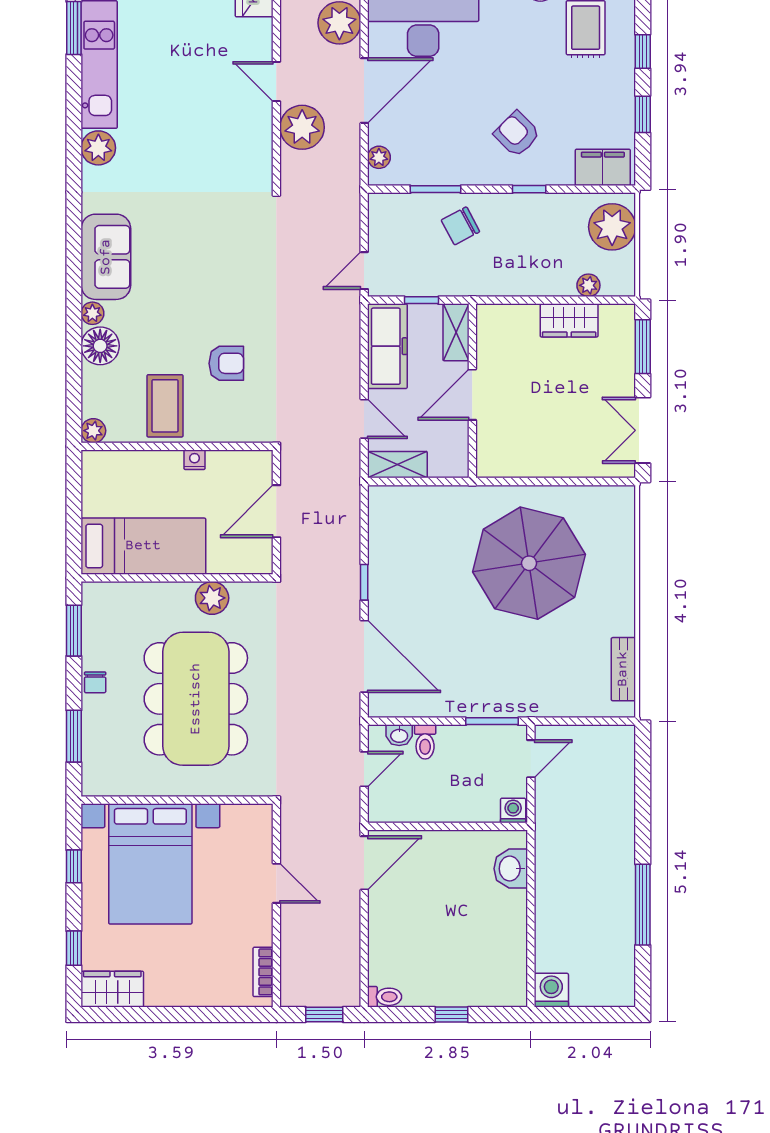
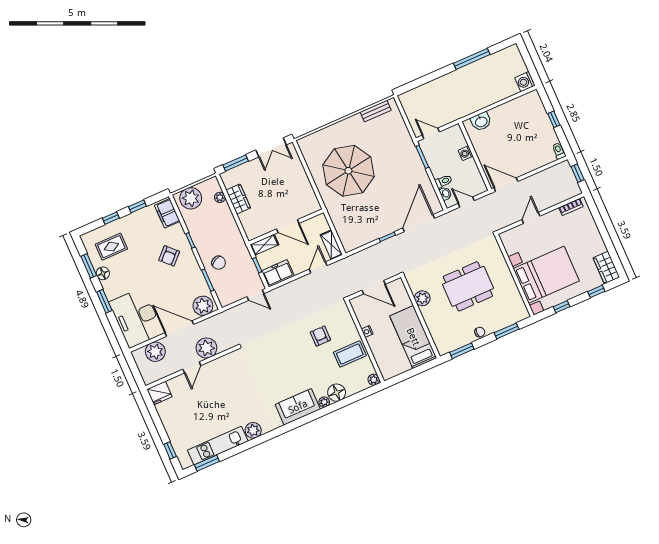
plant: (379, 157) -> (203, 306), width x1.87, depth x1.87
freezer: (387, 346) -> (278, 273), width x0.71
dining table: (196, 699) -> (468, 286), width x0.73, depth x0.80
washing machine: (513, 811) -> (466, 153), moved

